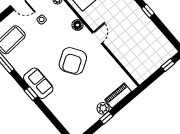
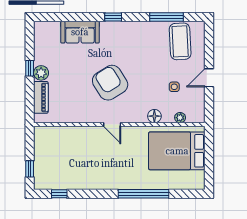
window: (148, 11) -> (59, 194), moved
floor lamp: (78, 25) -> (154, 116), moved
sofa: (38, 83) -> (80, 32), moved

